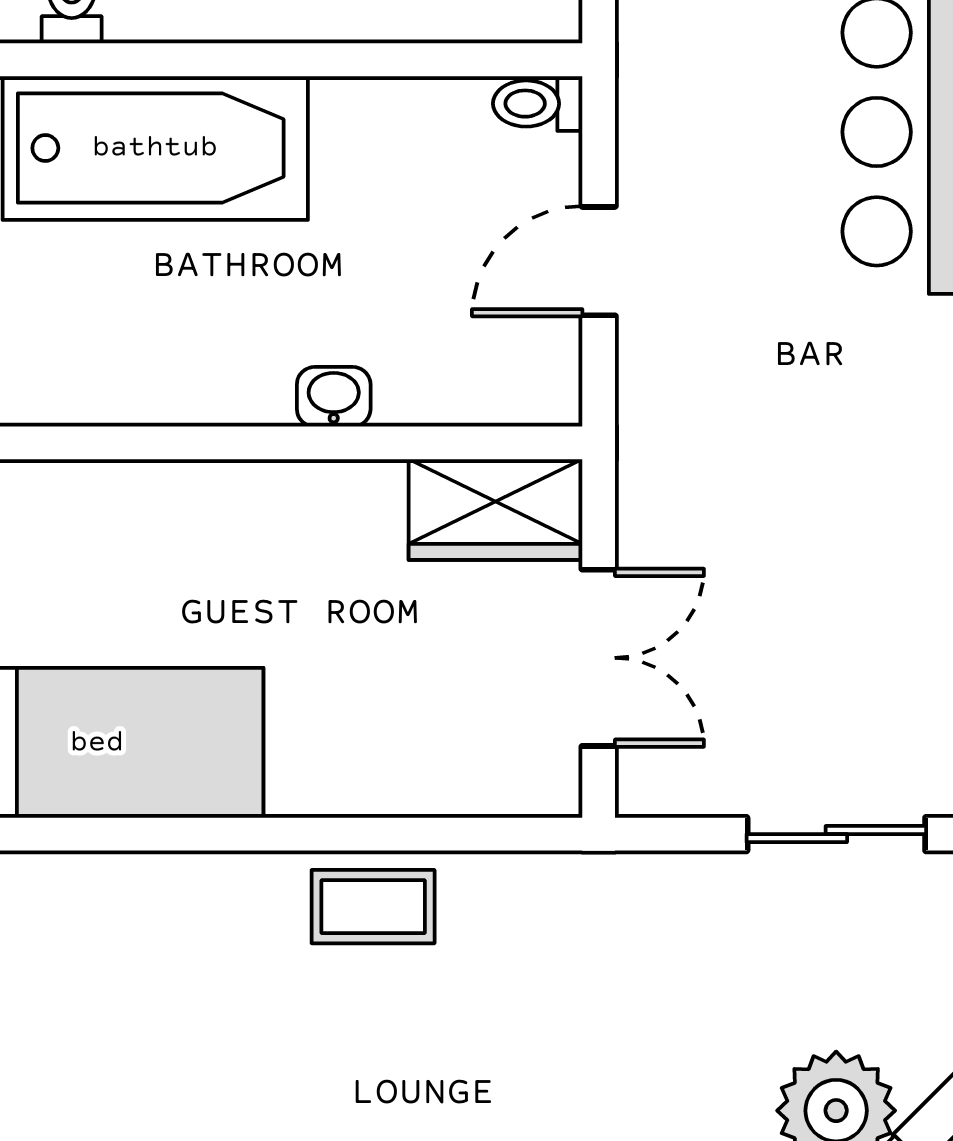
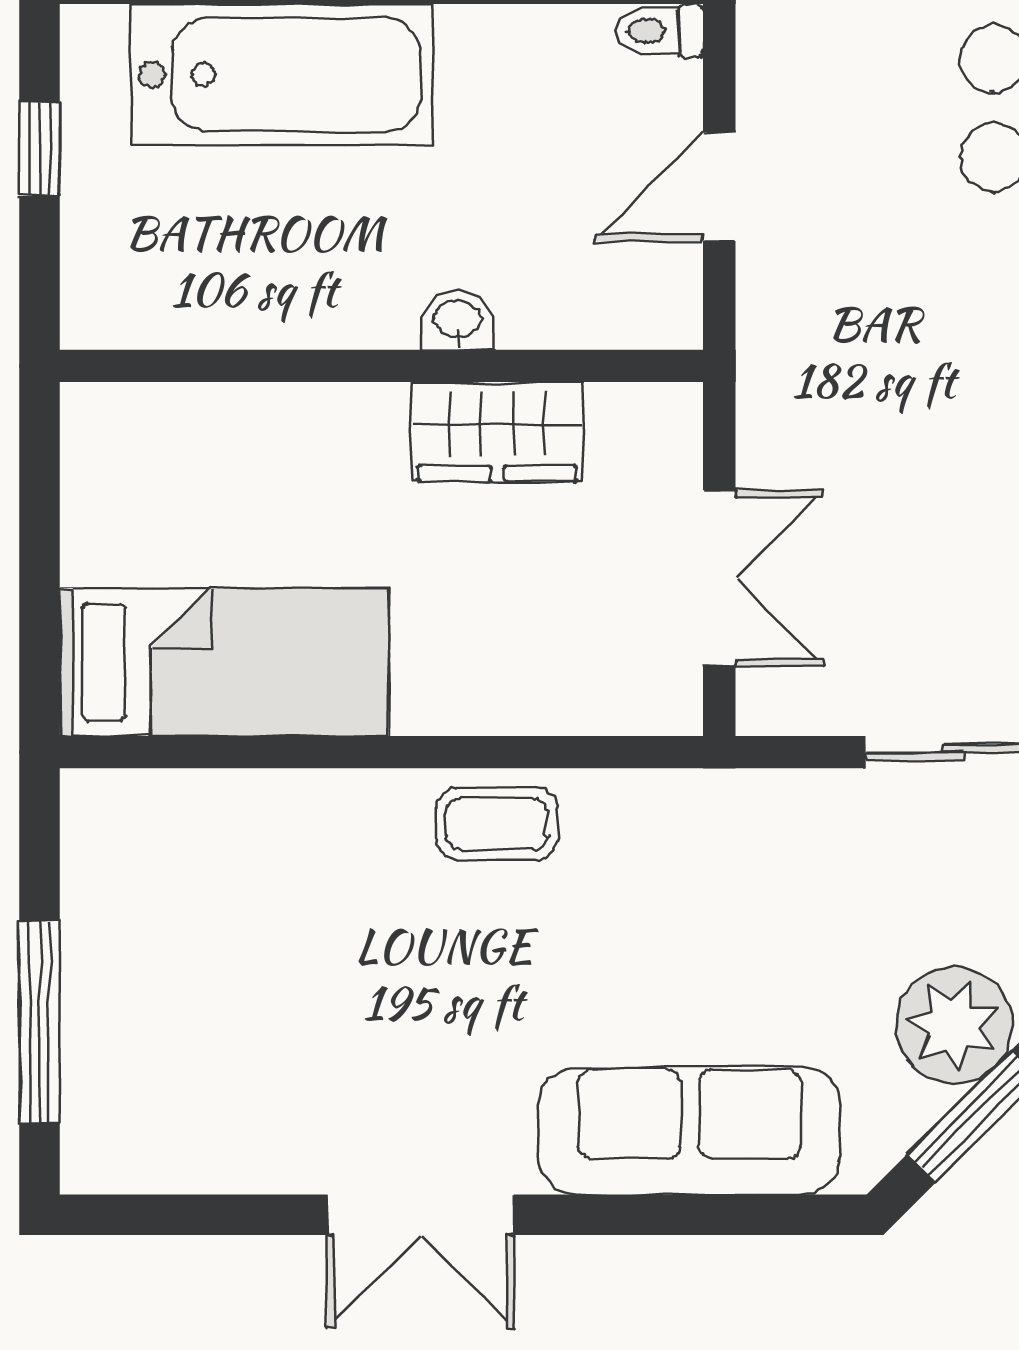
wardrobe: (495, 510) -> (497, 432), moved

